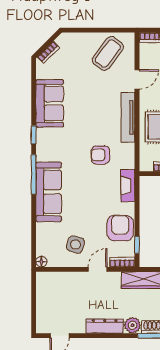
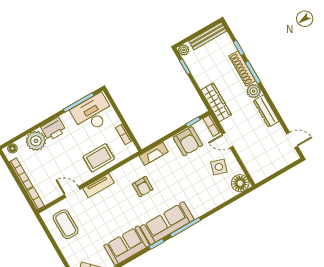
coffee table: (108, 54) -> (66, 224), turned 53
tv unit: (128, 117) -> (99, 186), width x0.71
sofa: (49, 192) -> (167, 223), moved
armchair: (120, 228) -> (188, 141), turned -90
floor lamp: (41, 262) -> (240, 183), width x1.89, depth x1.89

